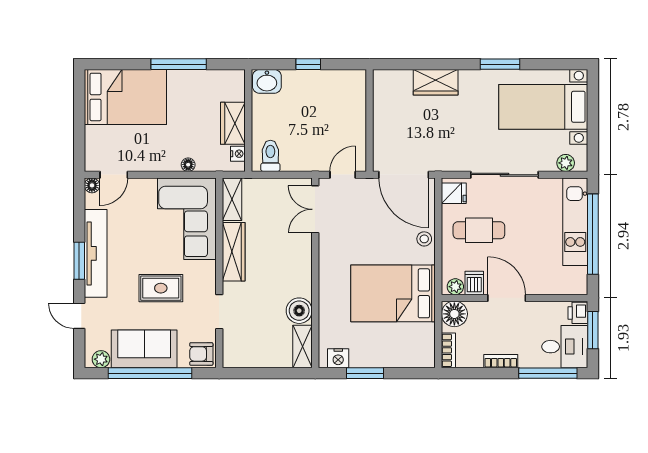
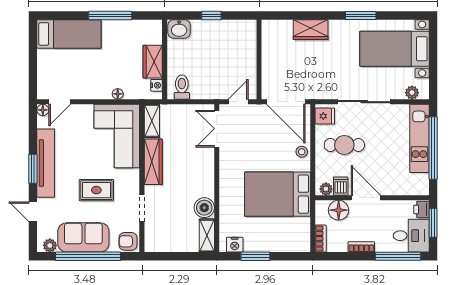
bed: (125, 97) -> (69, 34), width x0.67
floor lamp: (454, 314) -> (339, 210), moved

